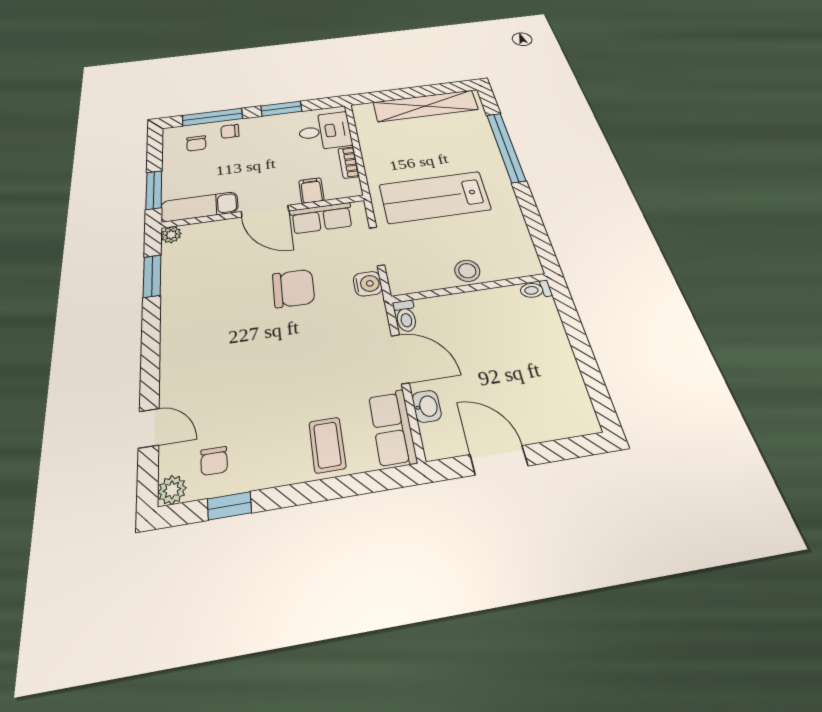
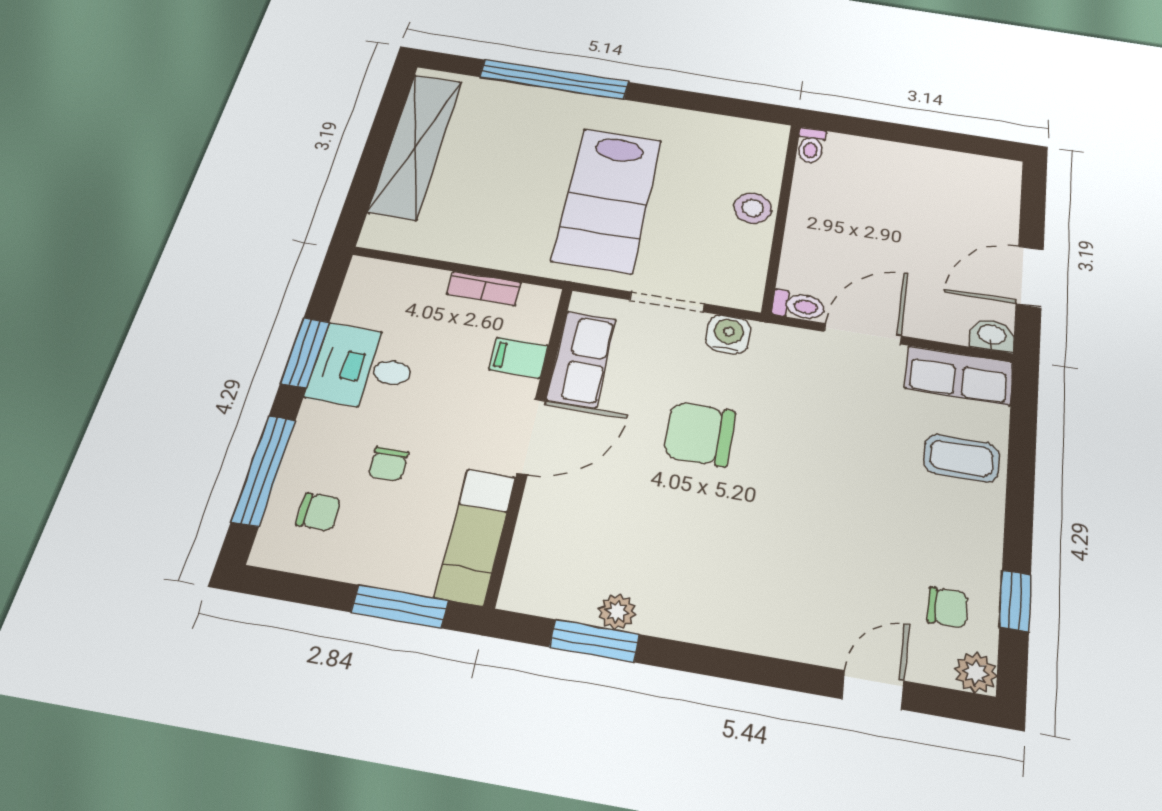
chair: (230, 131) -> (388, 464), moved
desk: (325, 131) -> (363, 368), moved, turned -90
plant: (171, 235) -> (617, 612), moved
chair: (293, 288) -> (700, 434), turned -91
washbasin: (427, 406) -> (992, 335), moved

